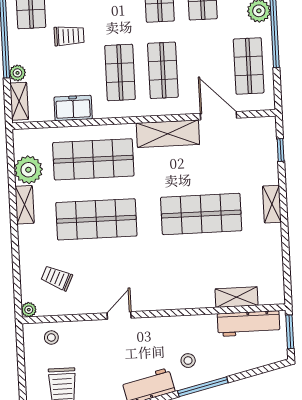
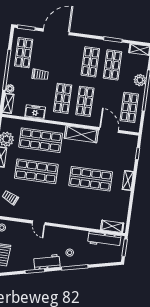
shelving: (237, 297) -> (112, 226), moved
door: (119, 316) -> (39, 223), swing flipped

